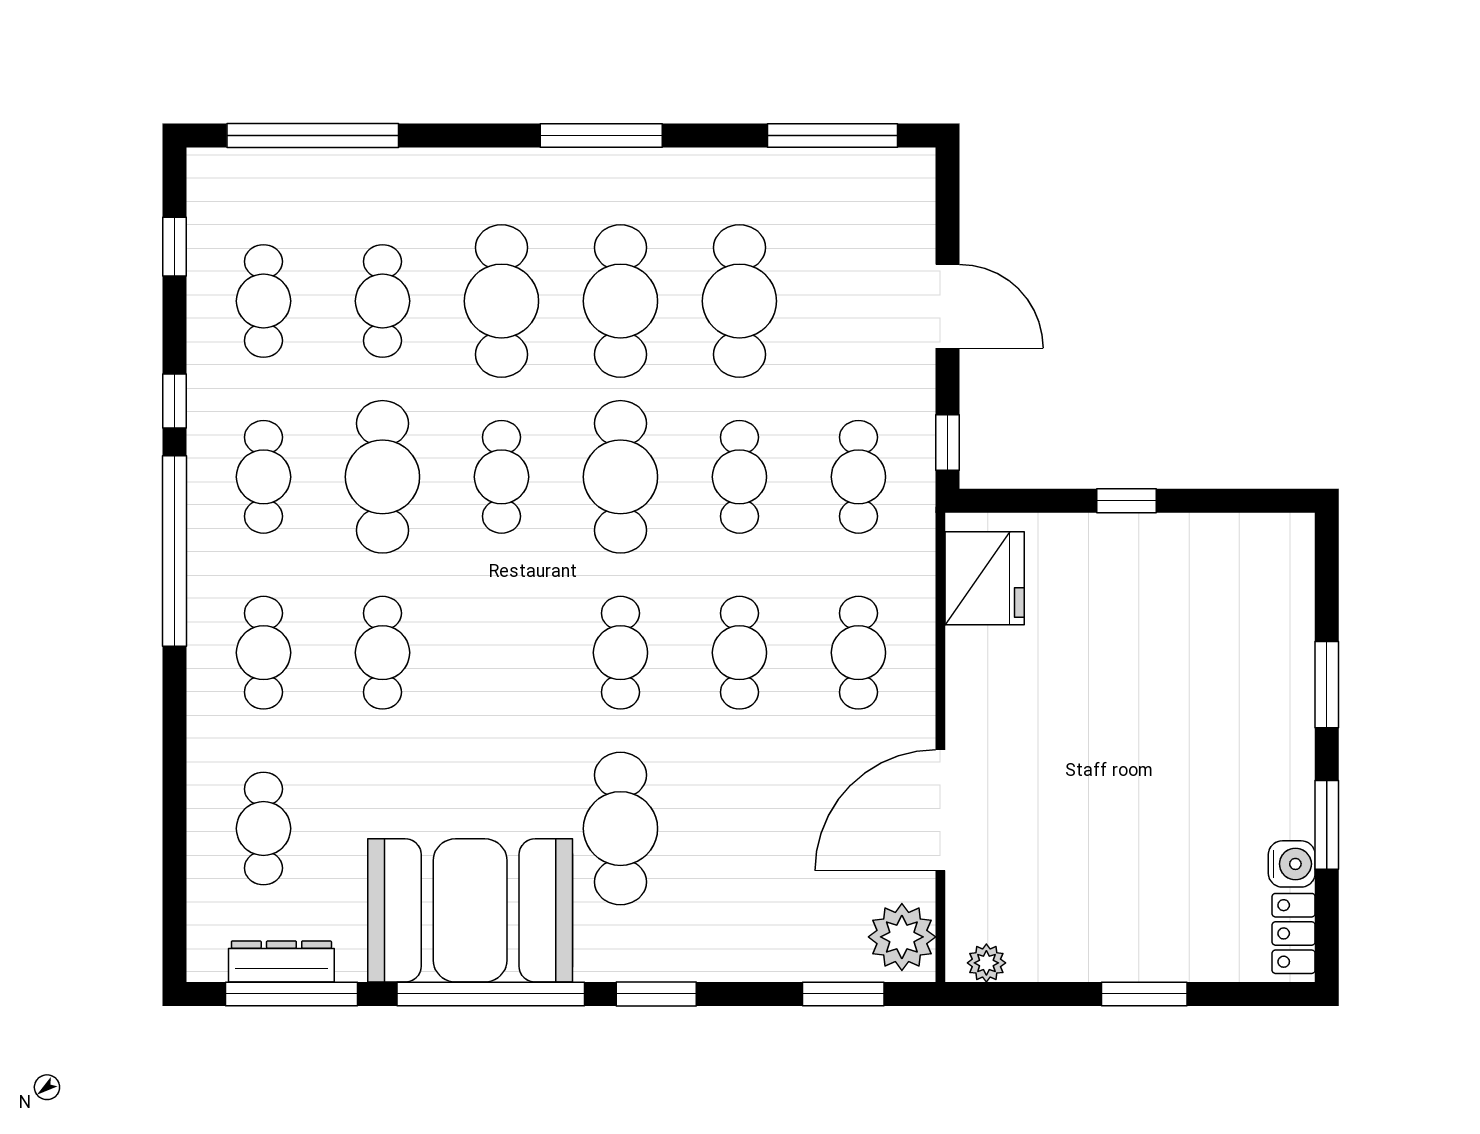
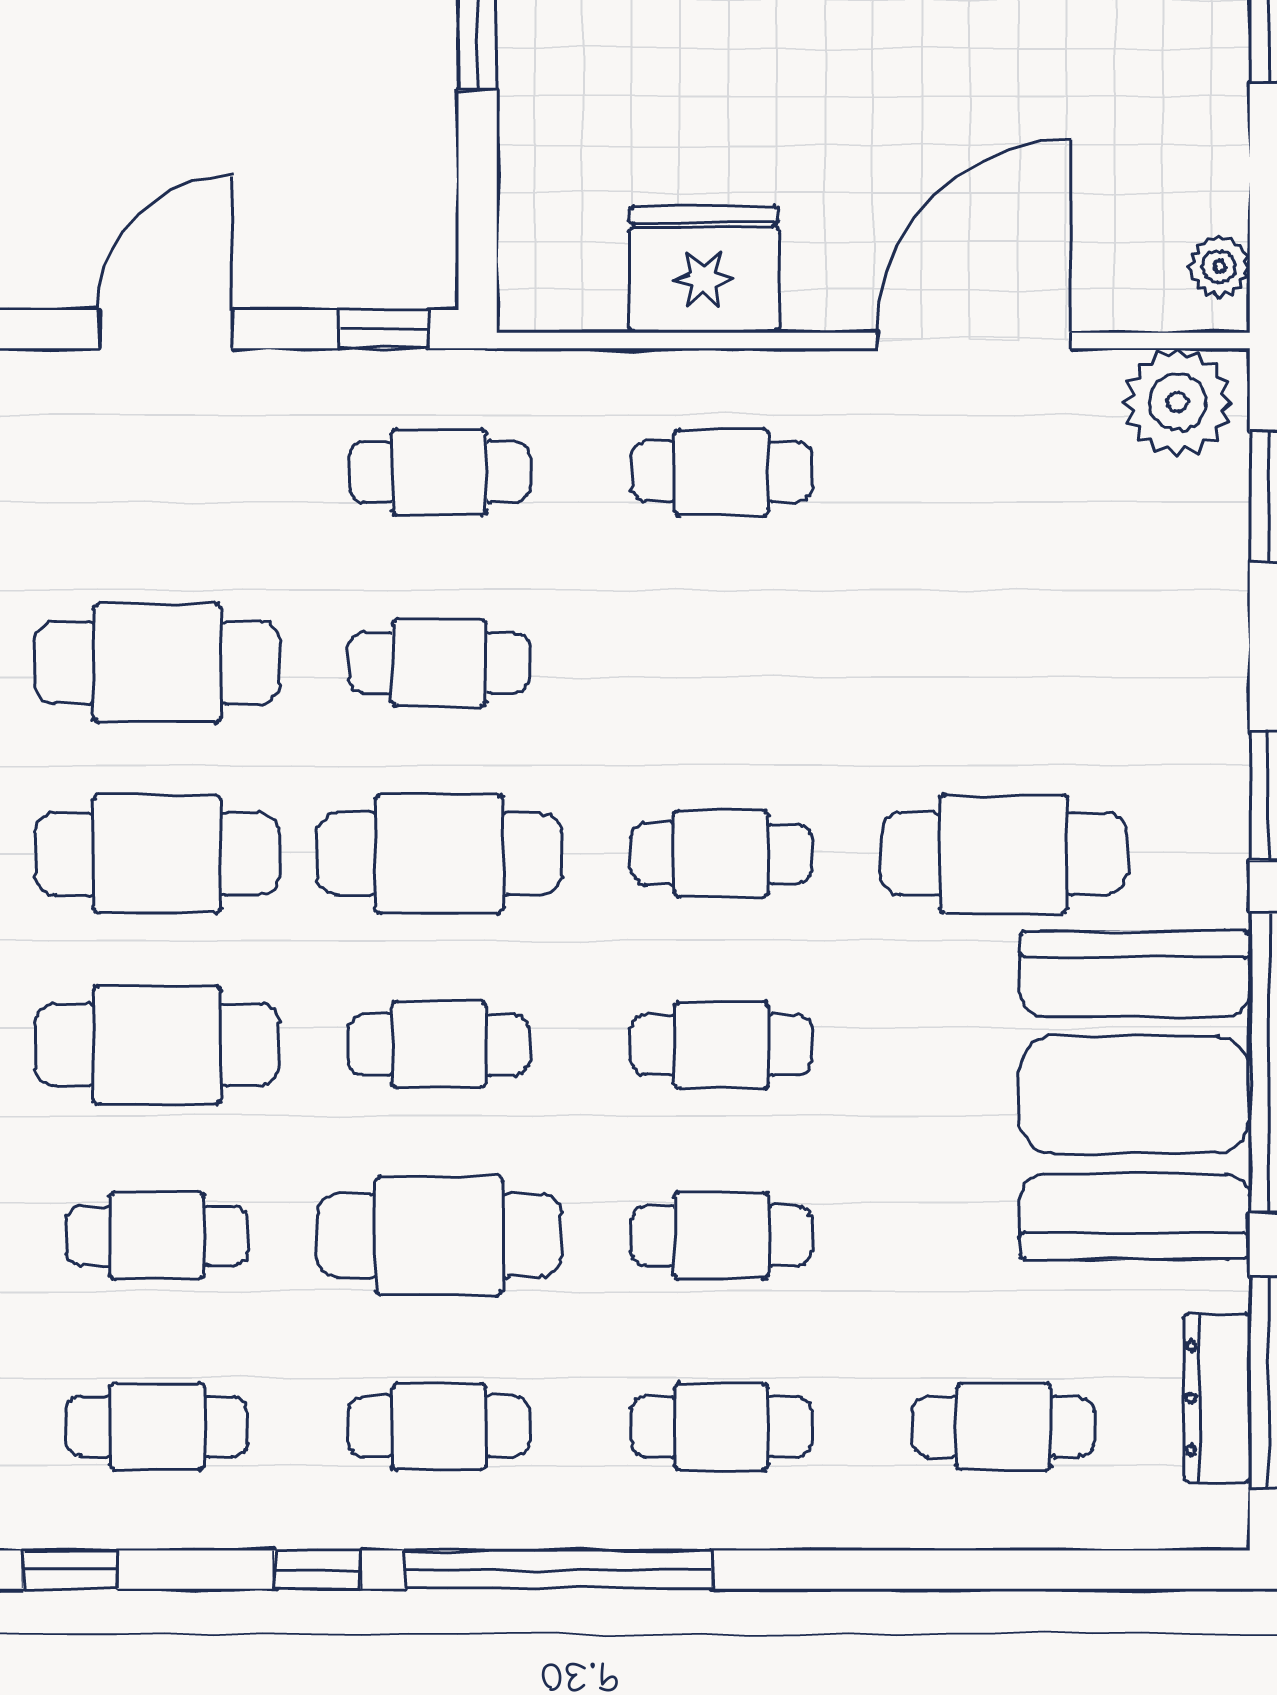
fridge: (985, 578) -> (704, 270), moved
cafe table: (739, 653) -> (721, 1045), moved
door: (940, 810) -> (974, 340), swing flipped

